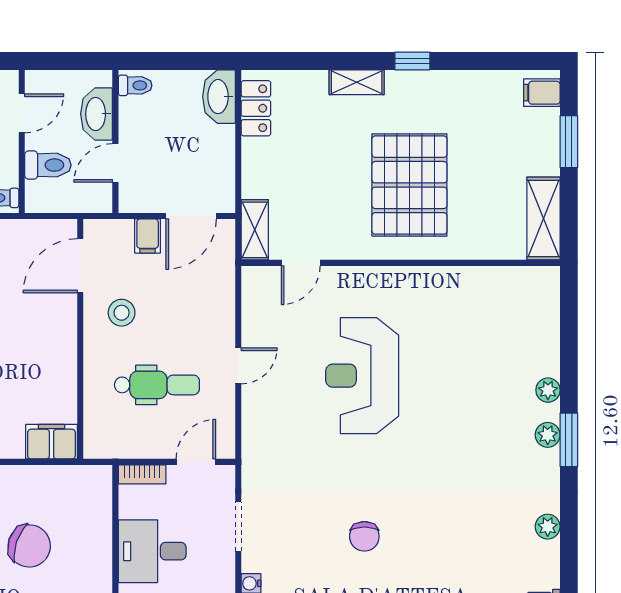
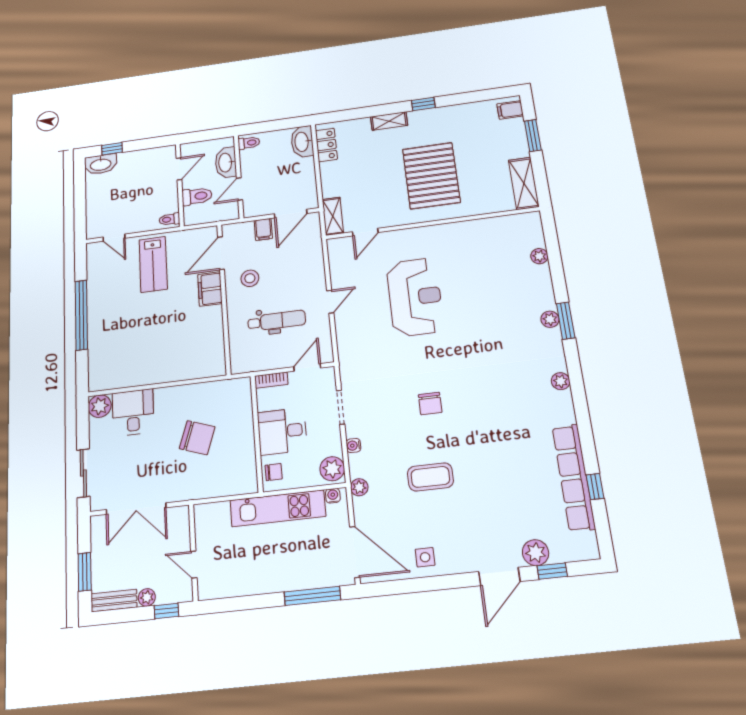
reception desk: (362, 376) -> (415, 297), turned 180
plant: (548, 390) -> (539, 256), moved
filing cabinet: (51, 442) -> (210, 289), moved, turned -90

